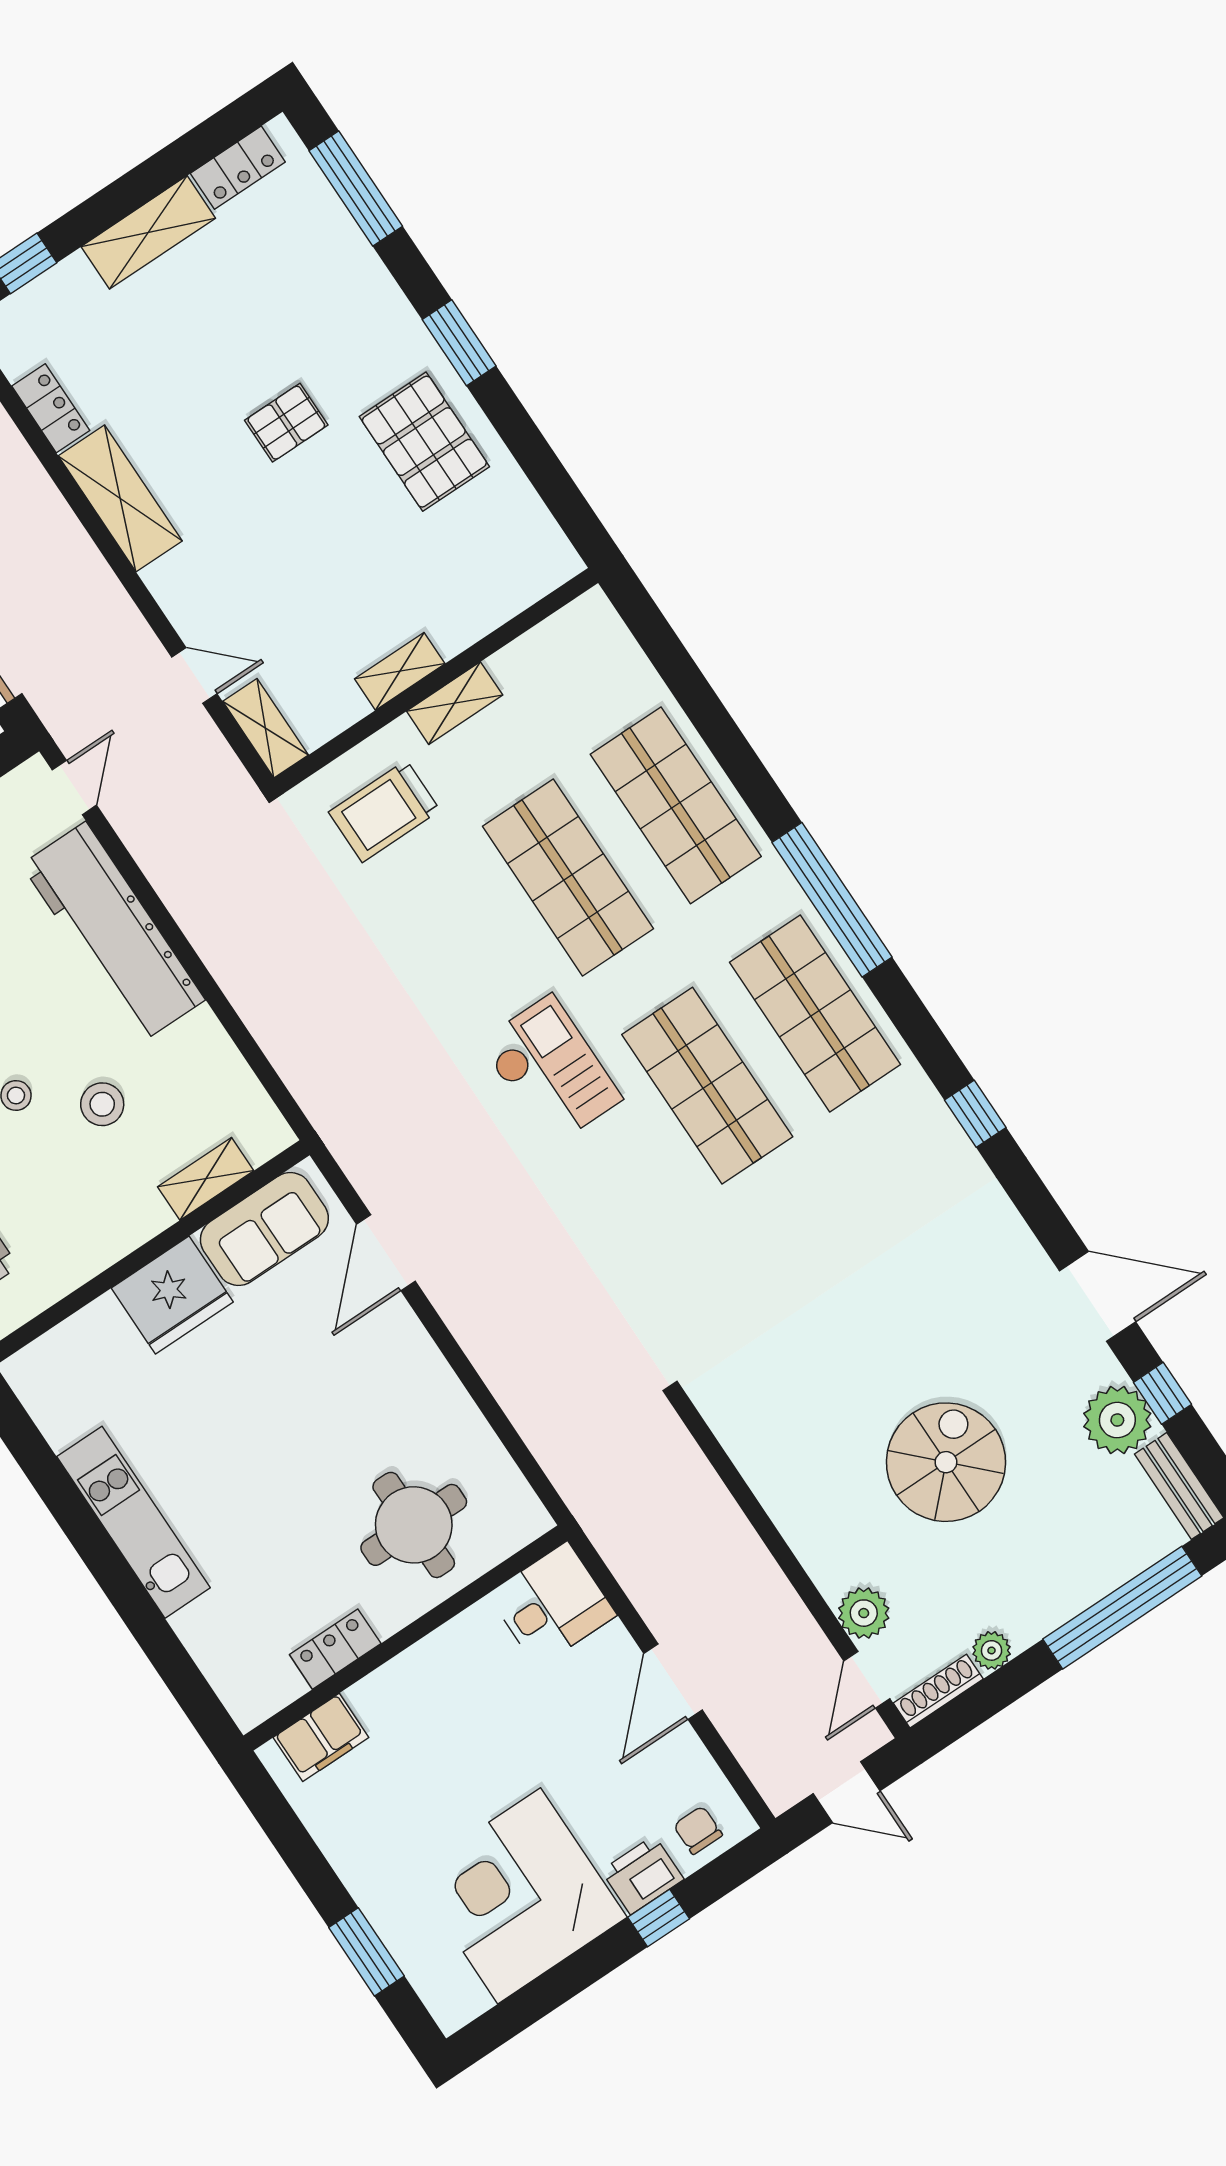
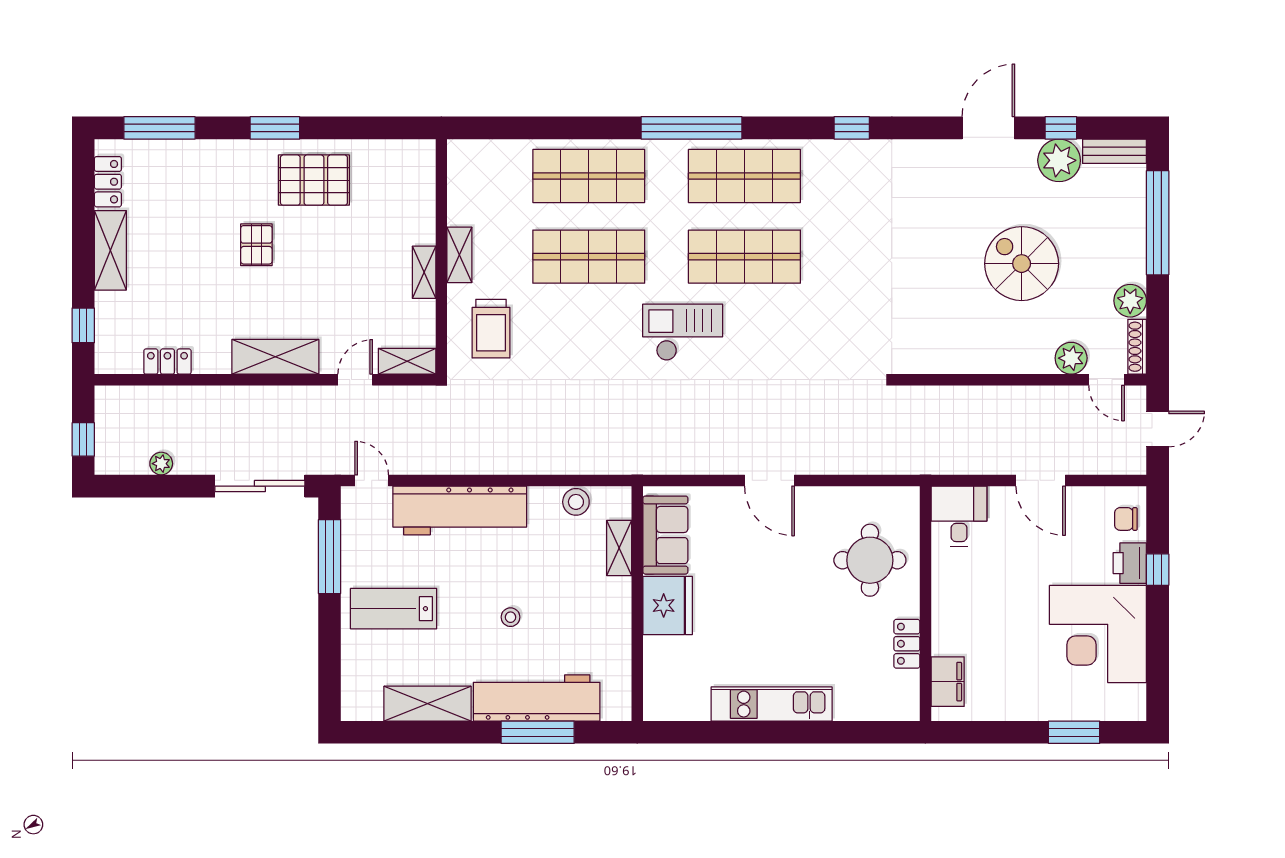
shelving: (120, 498) -> (275, 357), moved
stool: (102, 1104) -> (576, 502), moved
door: (386, 1253) -> (769, 480), moved
plant: (992, 1650) -> (1130, 301), width x1.38, depth x1.38

